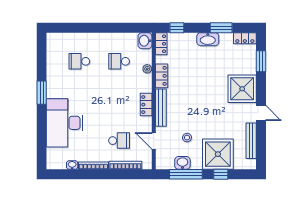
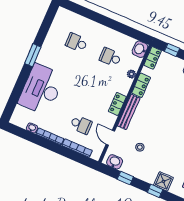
shower: (218, 154) -> (163, 181), width x0.54, depth x0.54
washbasin: (182, 163) -> (115, 162), moved
window: (186, 174) -> (125, 178), width x0.46

